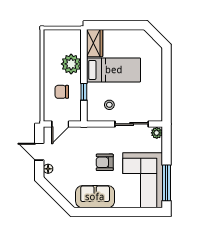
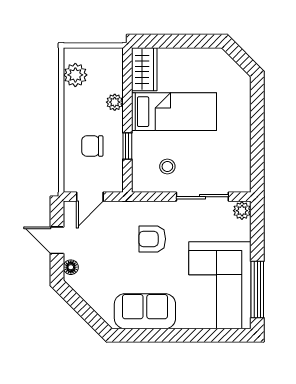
plant: (51, 47) -> (75, 75), added
plant: (71, 64) -> (115, 102), width x0.53, depth x0.53
armchair: (105, 162) -> (152, 239), moved

